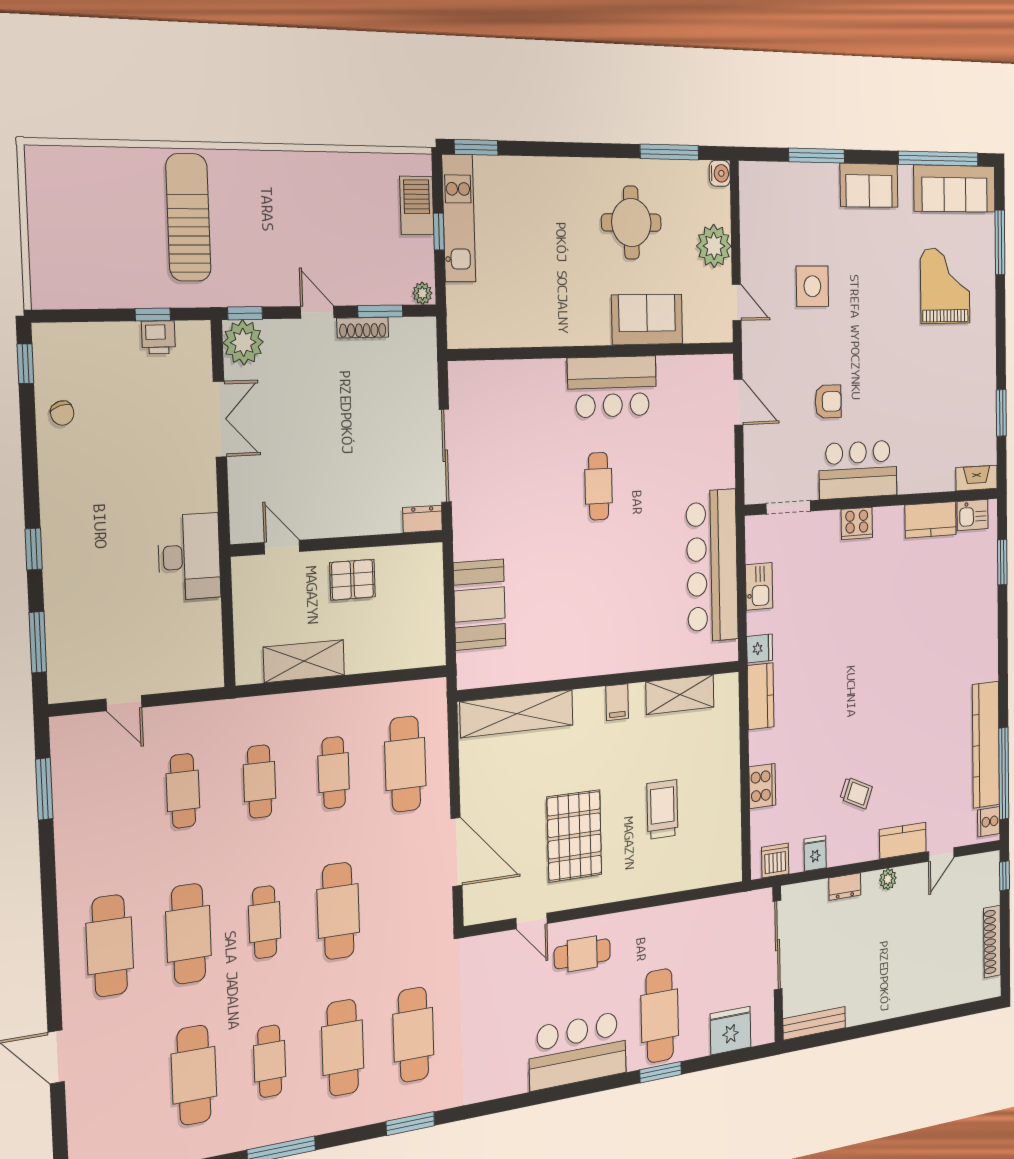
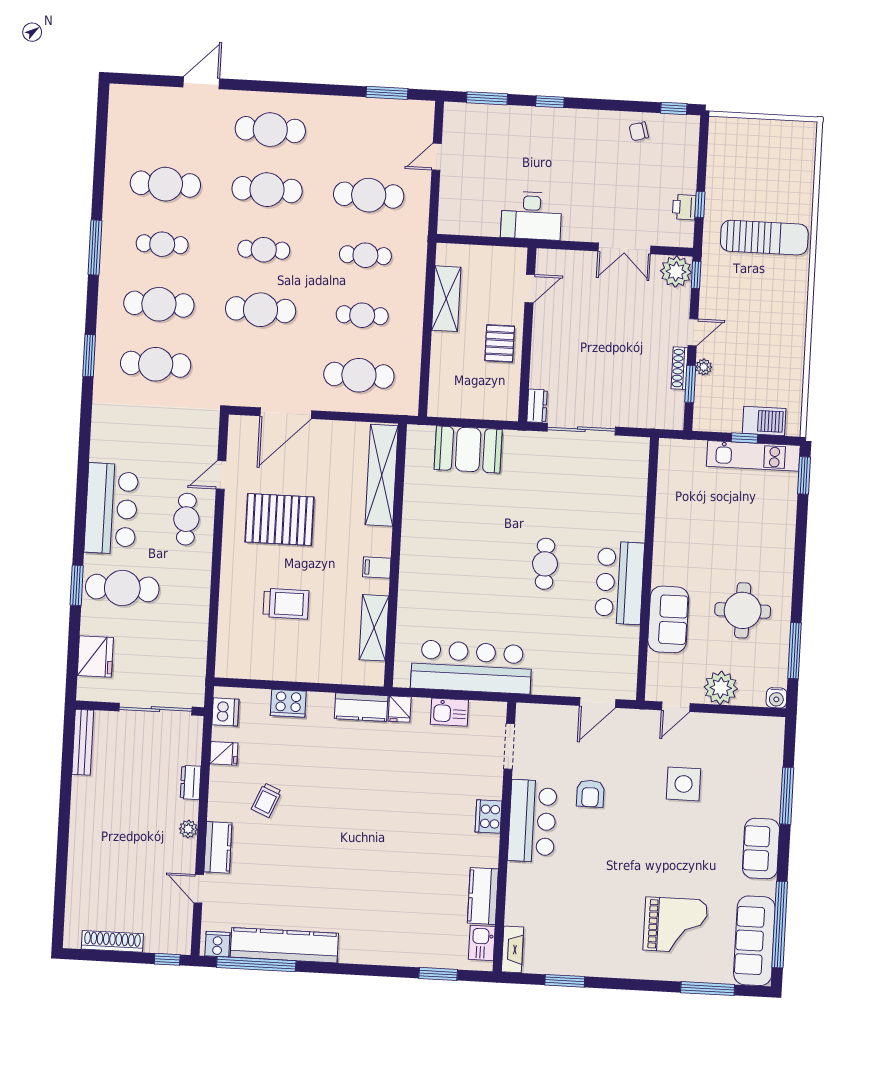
plant: (422, 293) -> (704, 367), moved
cafe table: (599, 486) -> (545, 564), turned 90
cafe table: (183, 791) -> (369, 195), width x1.37, depth x1.35

